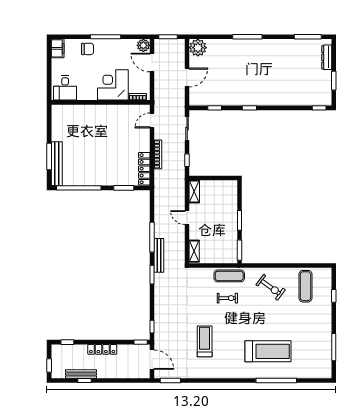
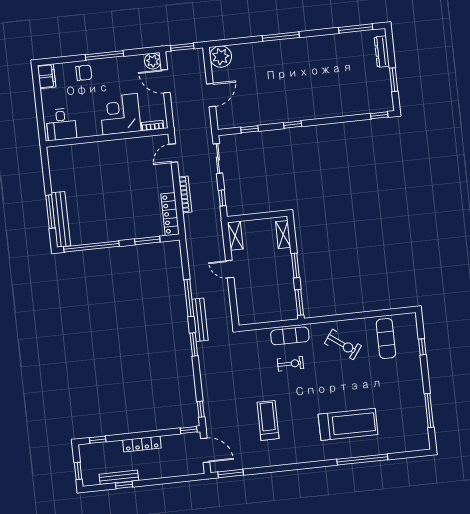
shelving: (194, 251) -> (283, 235), moved

